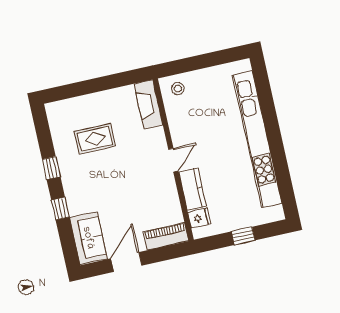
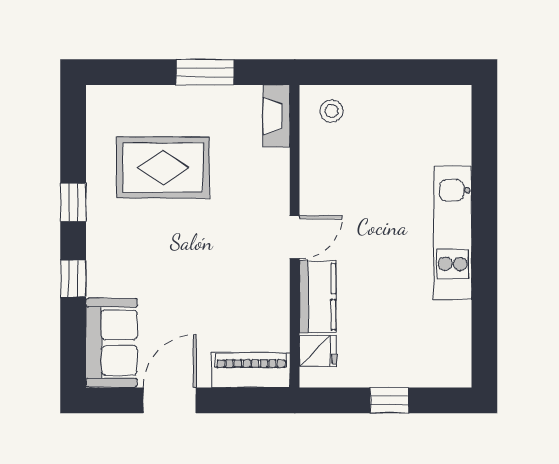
window: (106, 83) -> (205, 72), added
fireplace: (148, 104) -> (277, 116), width x0.73, depth x0.76
rug: (95, 139) -> (163, 167), width x1.36, depth x1.43
kitchen unit: (257, 139) -> (453, 233), width x0.54

